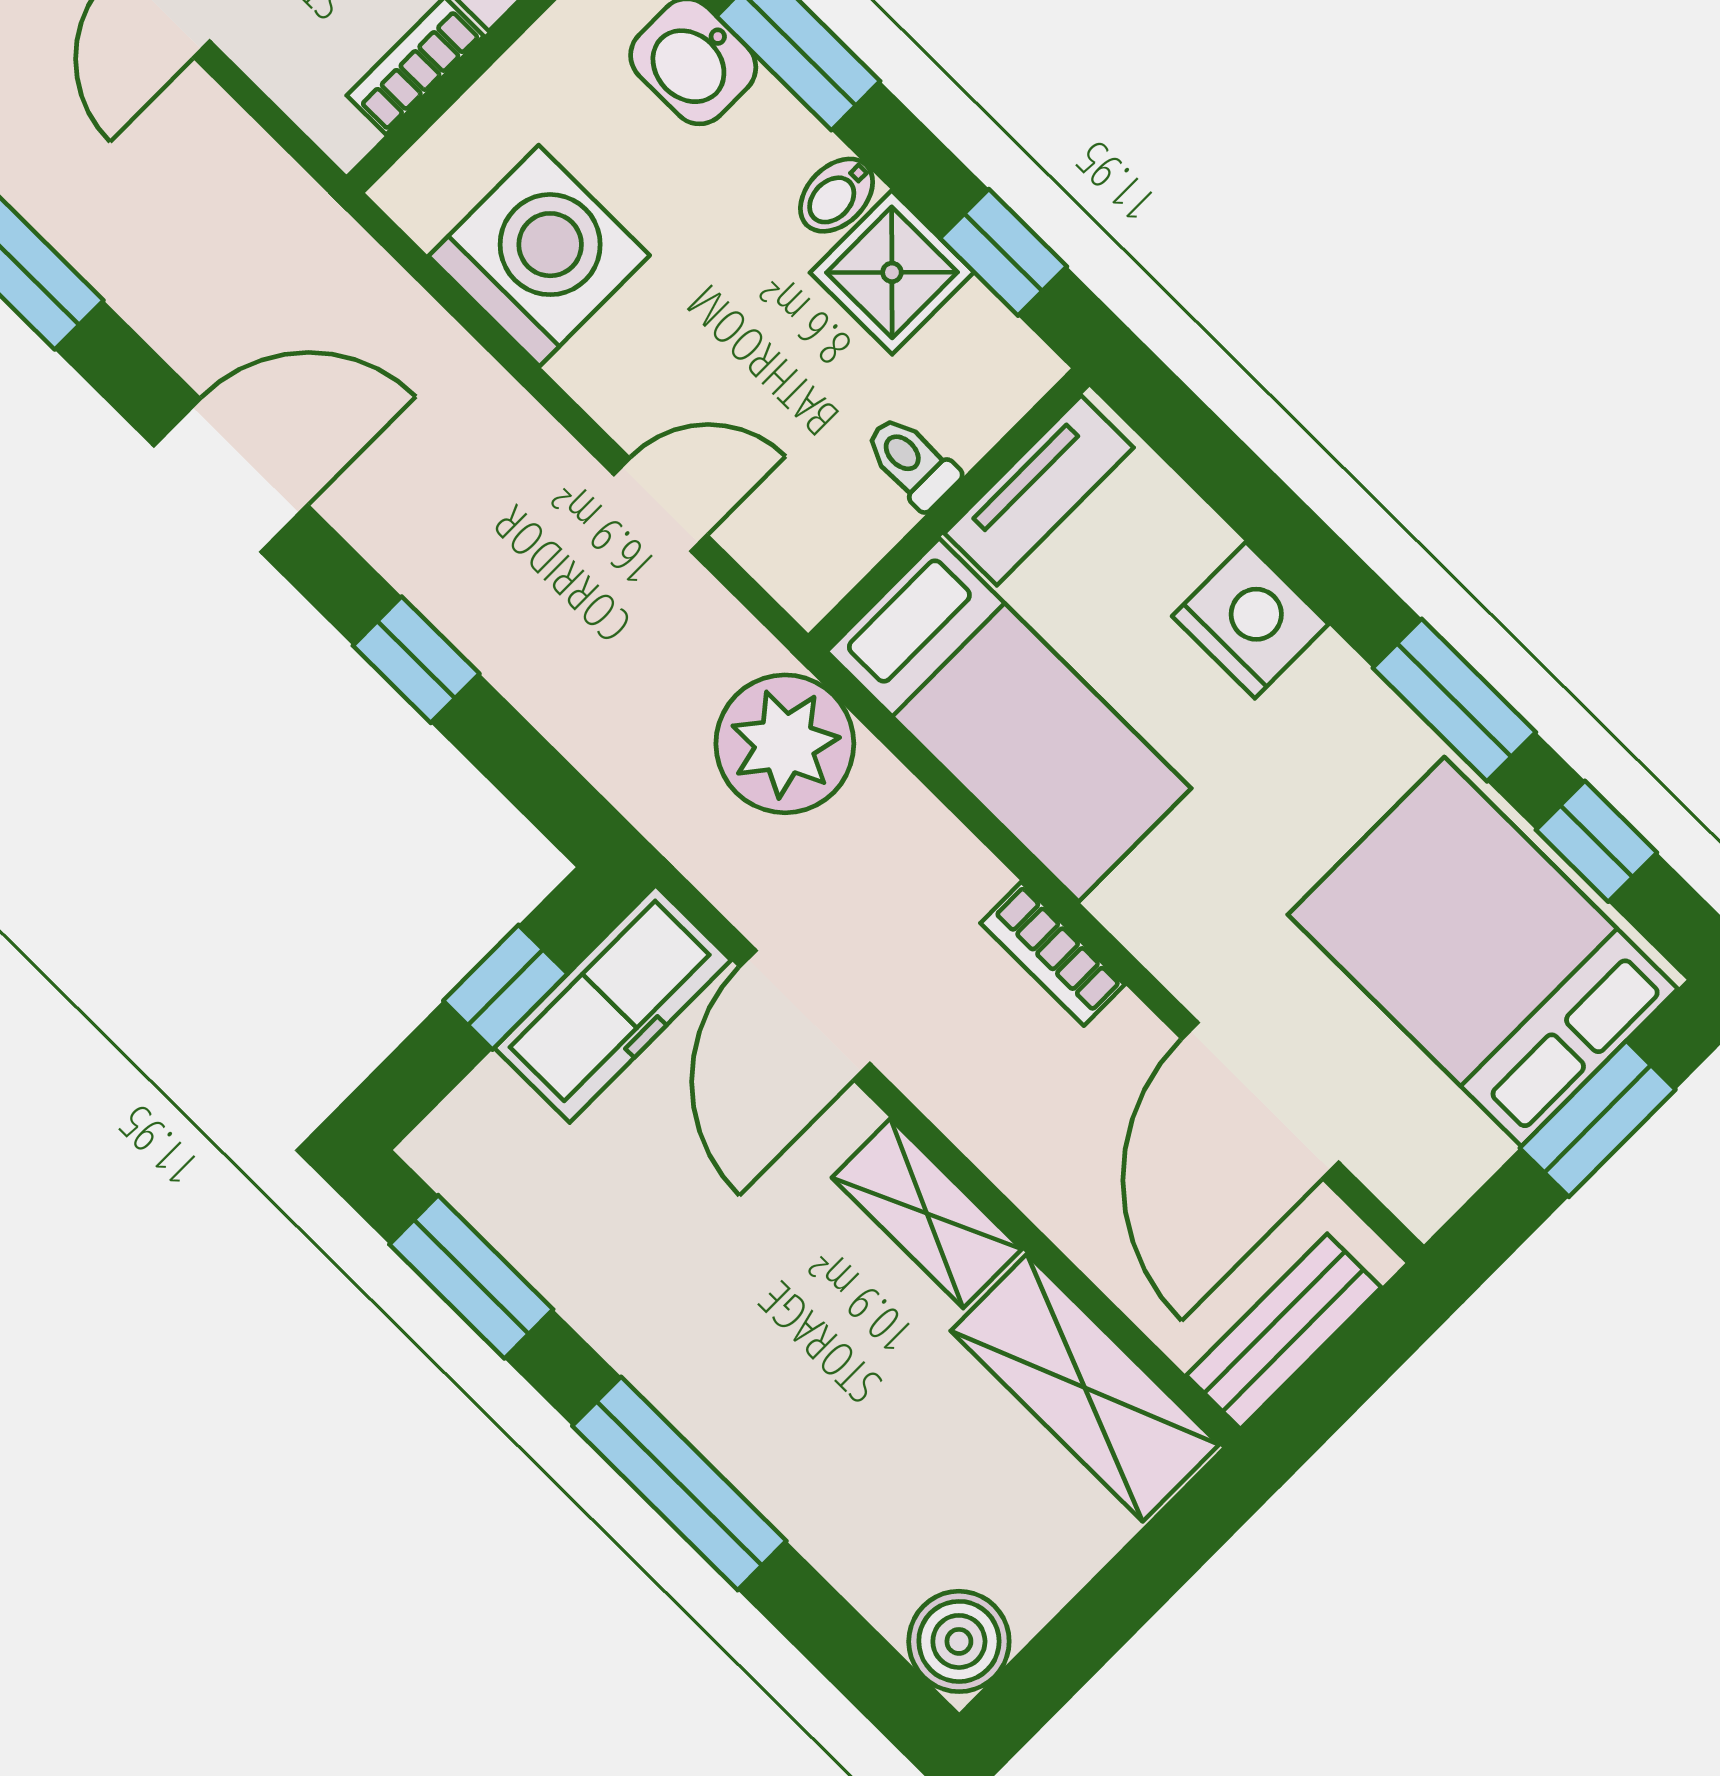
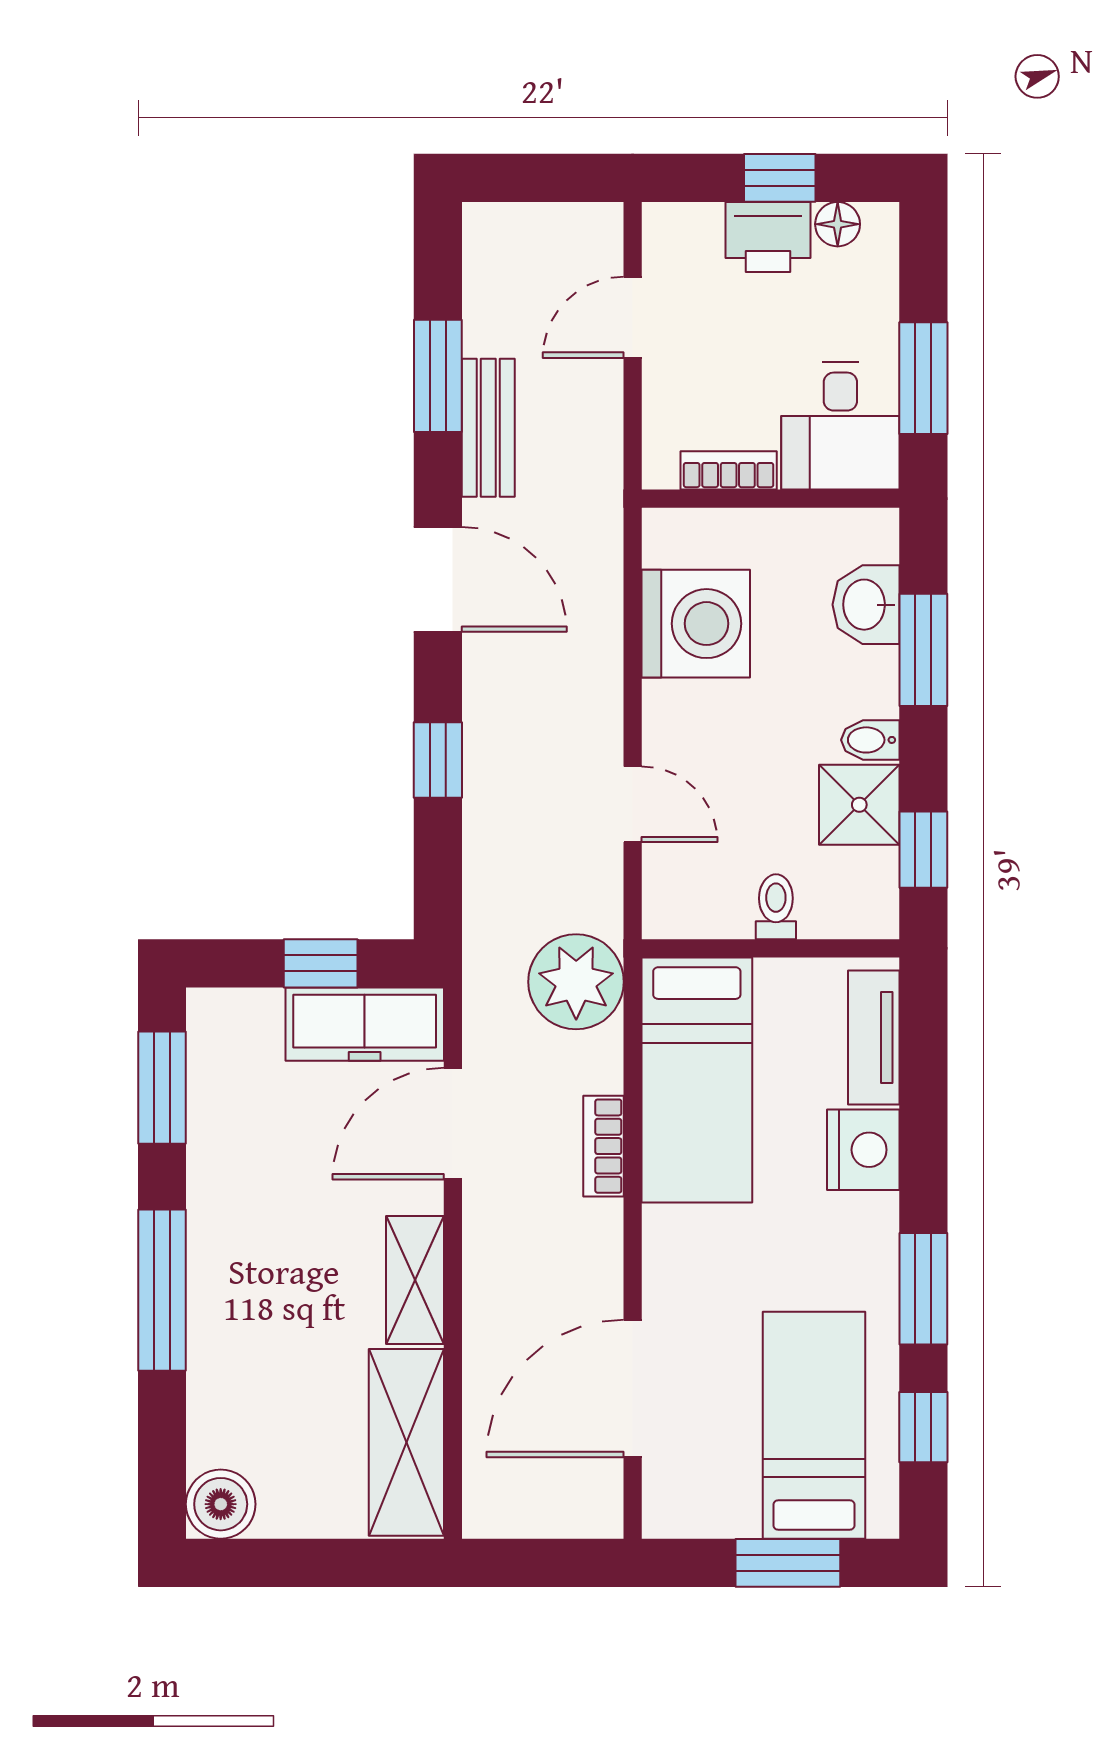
tv unit: (1039, 490) -> (874, 1038), moved, turned 90
bed: (1483, 952) -> (814, 1425), width x0.67
bookcase: (1053, 954) -> (604, 1146), moved
bench: (1284, 1331) -> (488, 428), moved, turned 90

